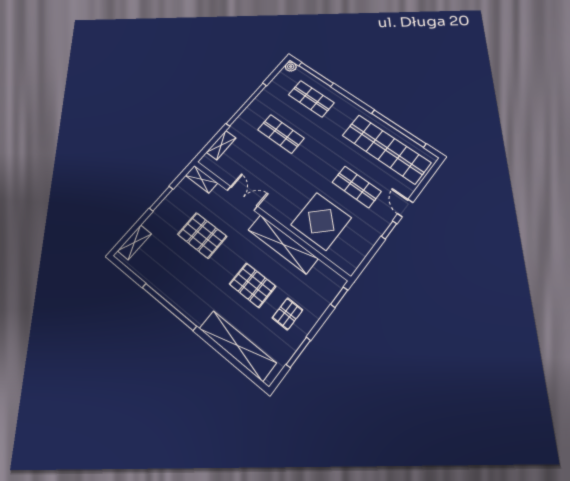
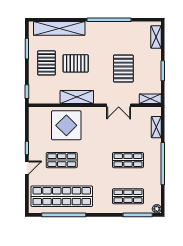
door: (405, 208) -> (27, 168), hinge flipped
pallet: (202, 235) -> (123, 69), turned 90
shelving: (283, 244) -> (77, 97), width x0.68
pallet: (288, 314) -> (47, 63), width x1.50, depth x1.42

